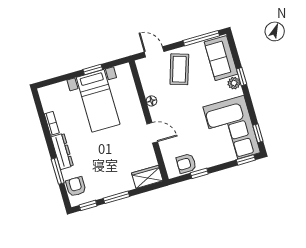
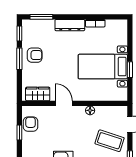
door: (152, 133) -> (64, 103), swing flipped
window: (58, 171) -> (41, 17), moved
wardrobe: (147, 177) -> (38, 94), moved, turned -90
armchair: (76, 187) -> (35, 55), moved

